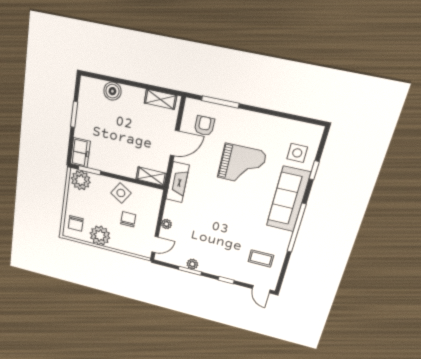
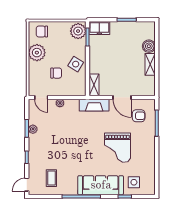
shelving: (160, 99) -> (150, 64), moved

